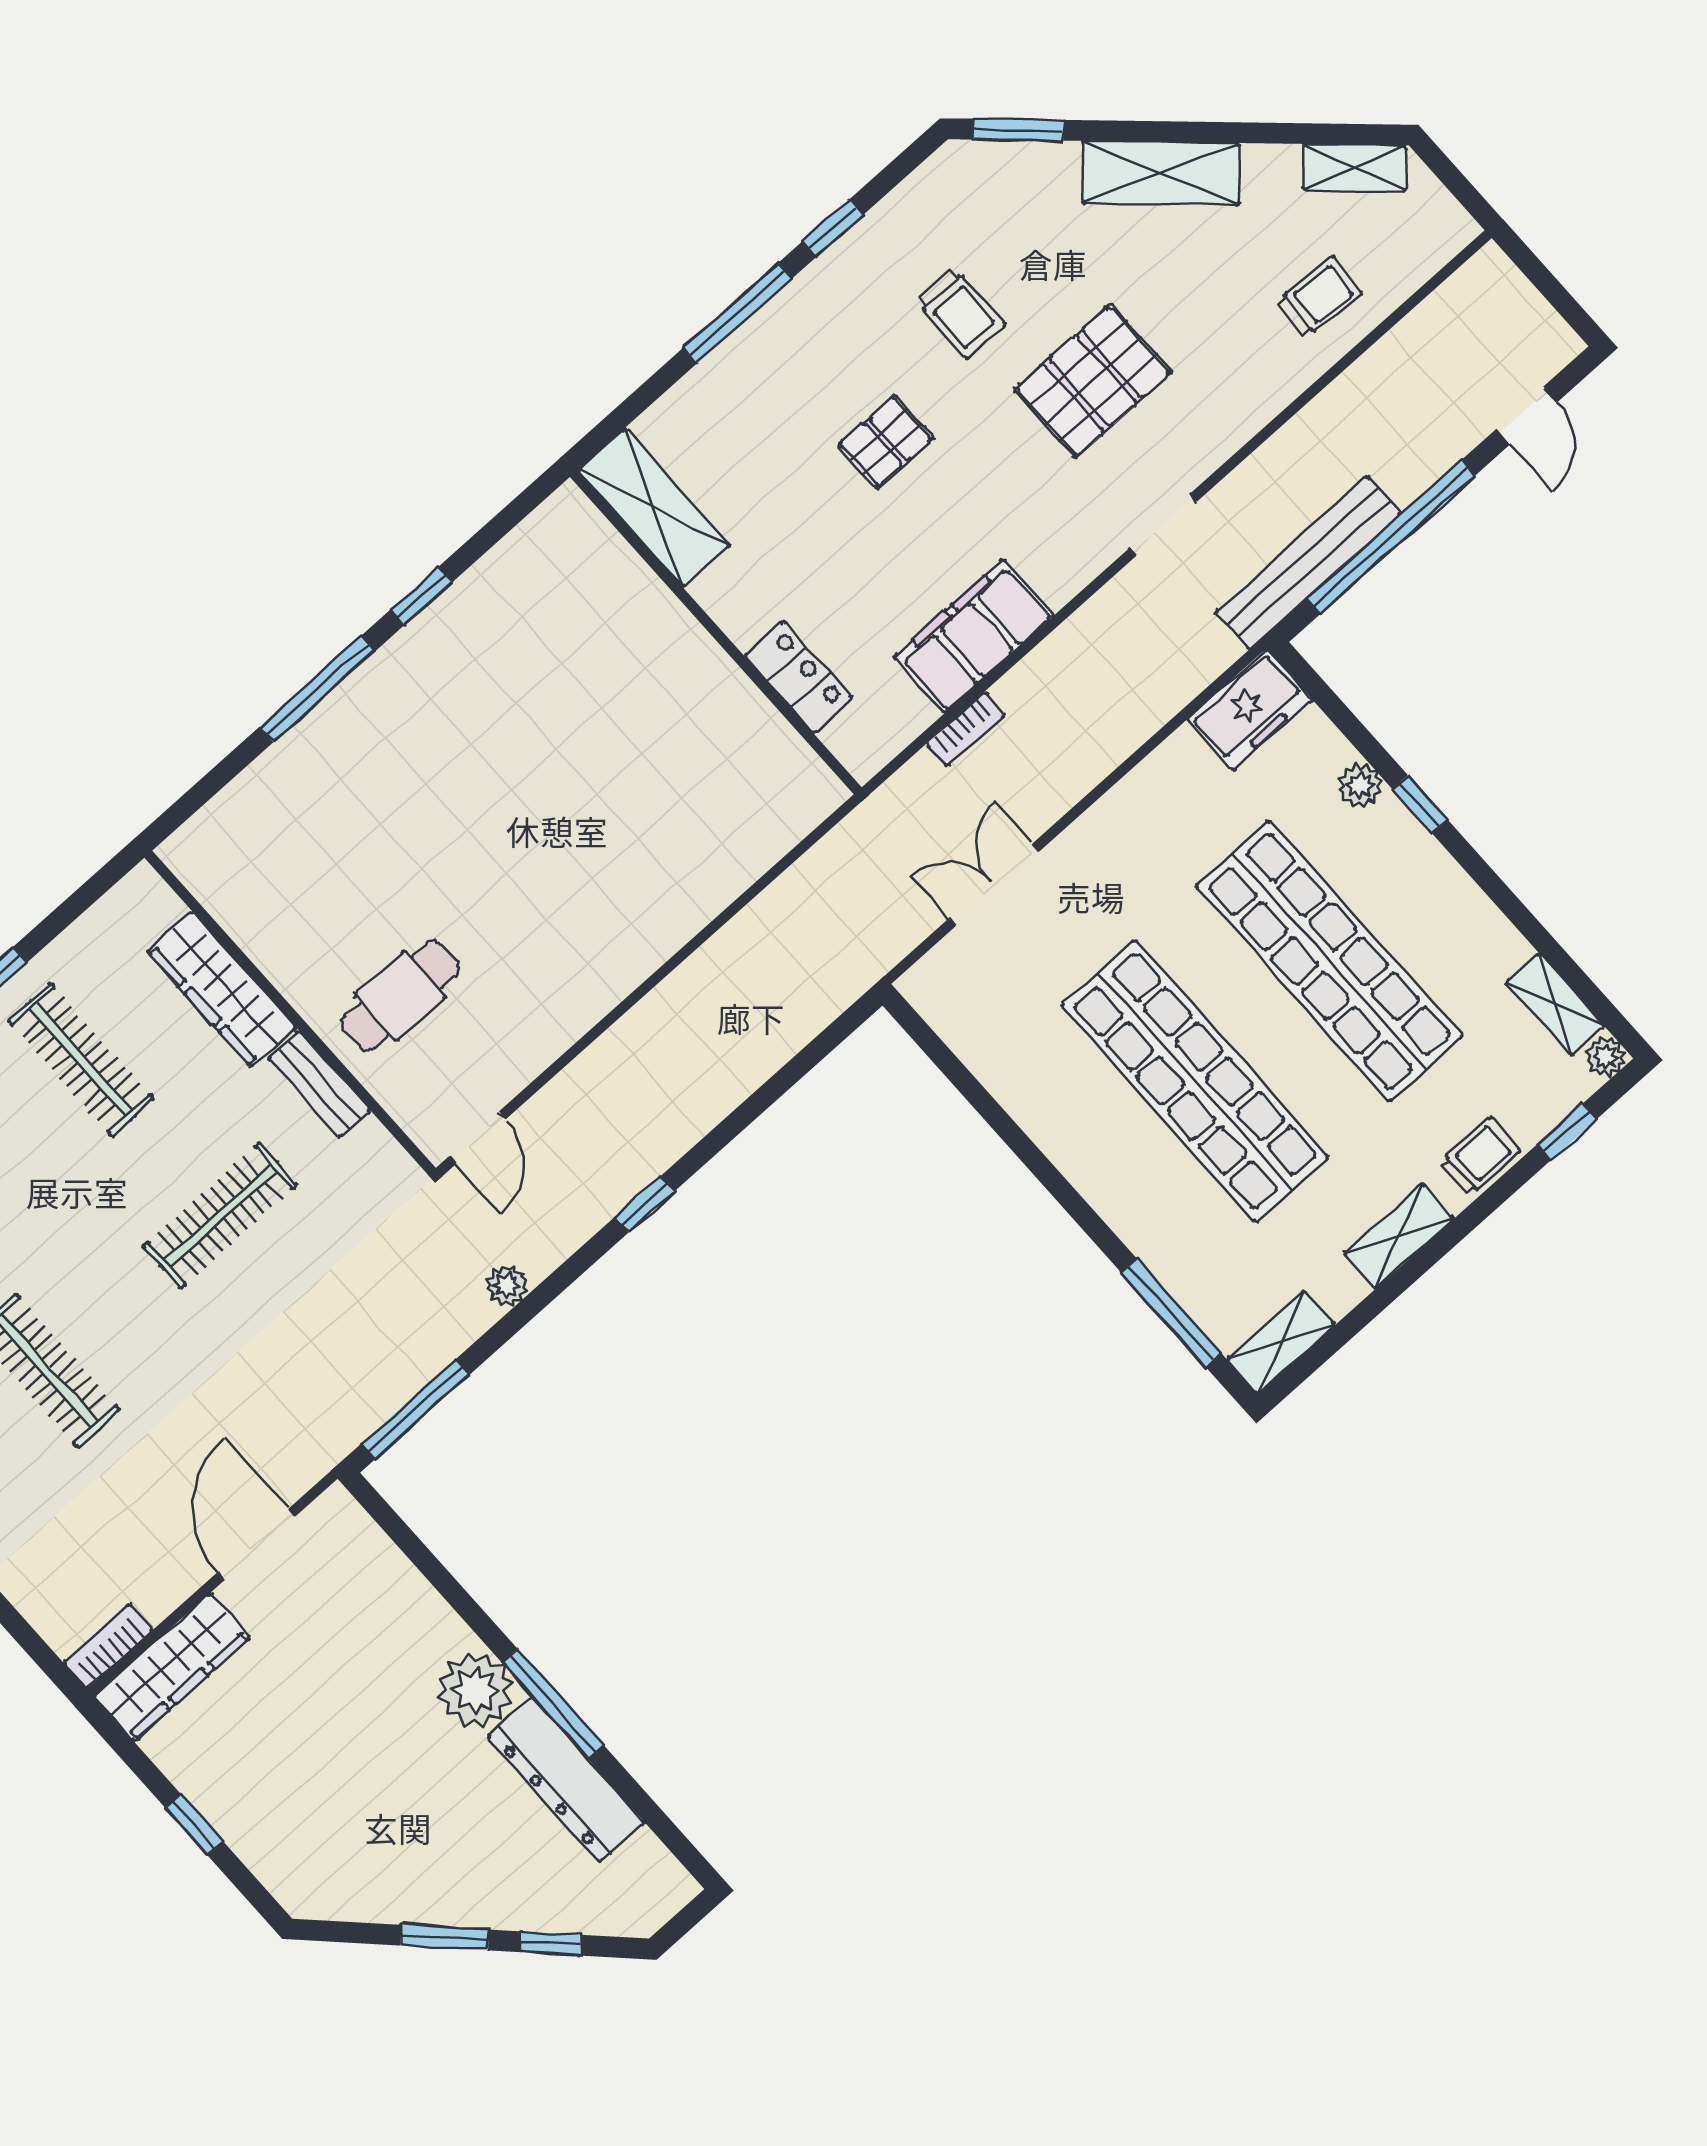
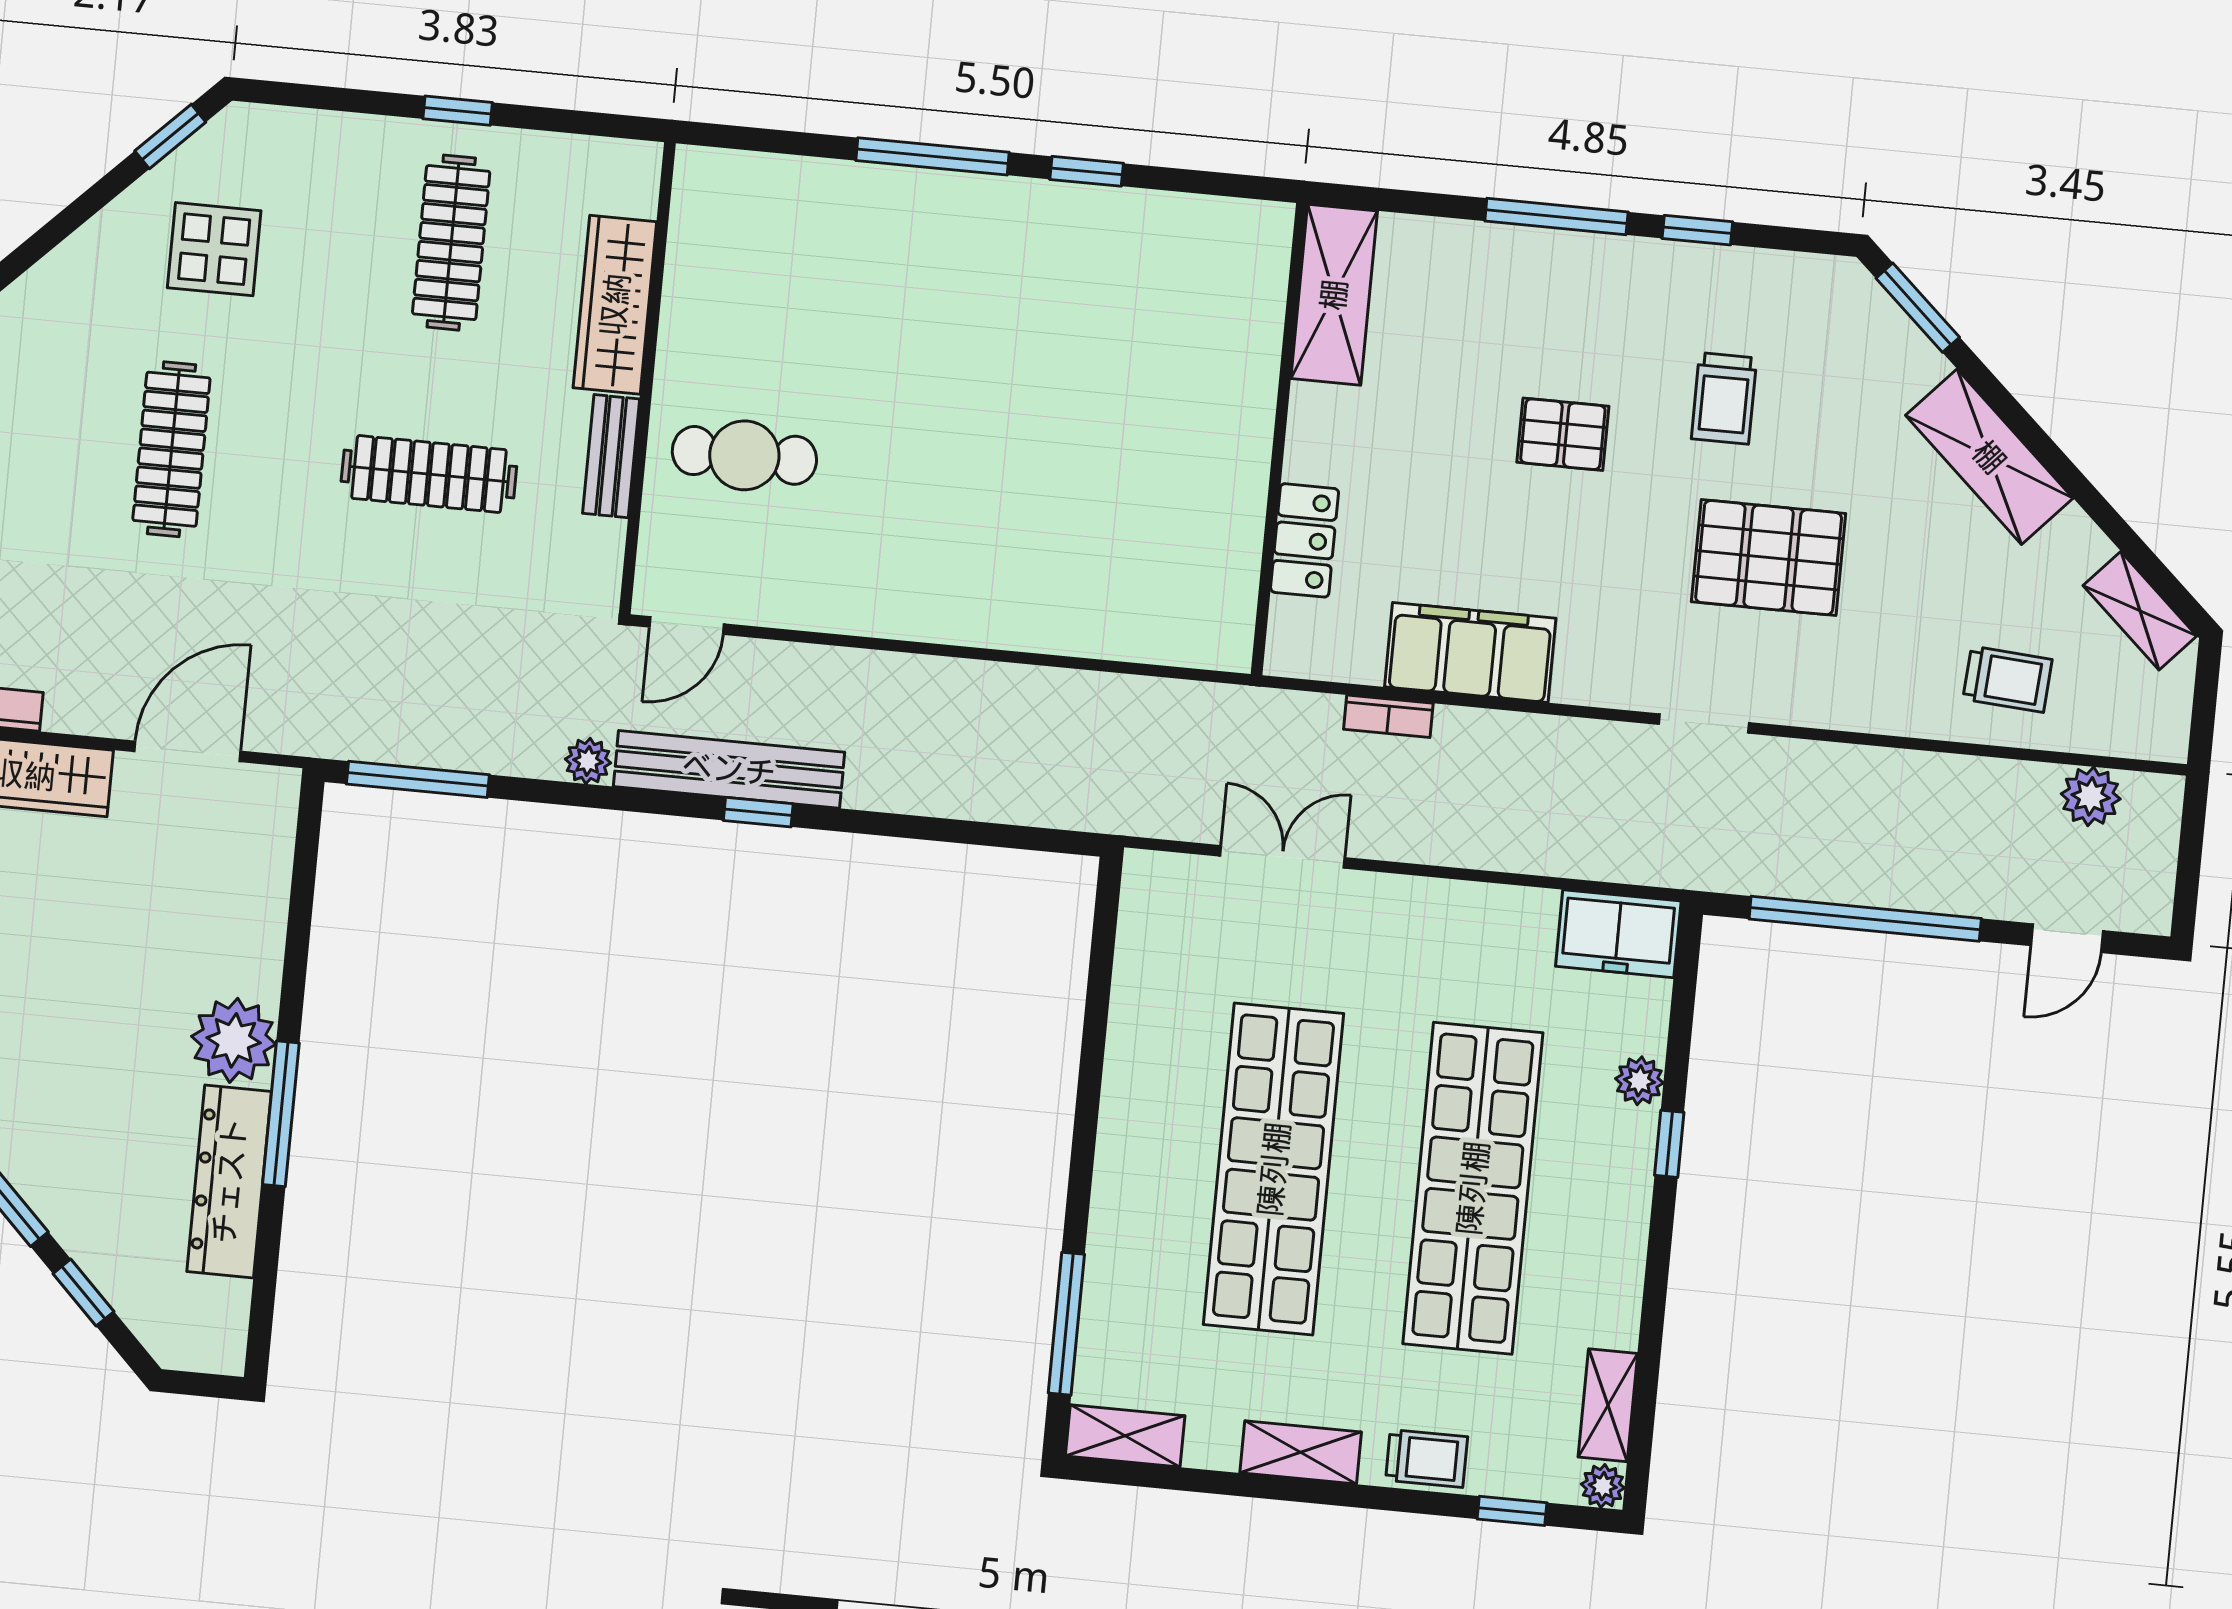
plant: (1447, 314) -> (2091, 796), added
bench: (1308, 563) -> (729, 769), moved

